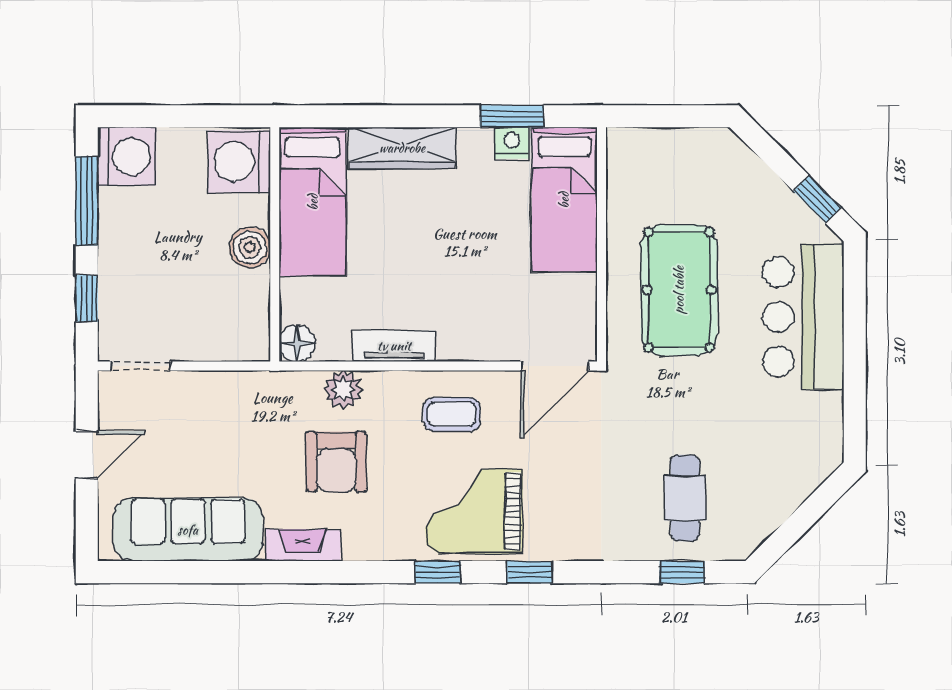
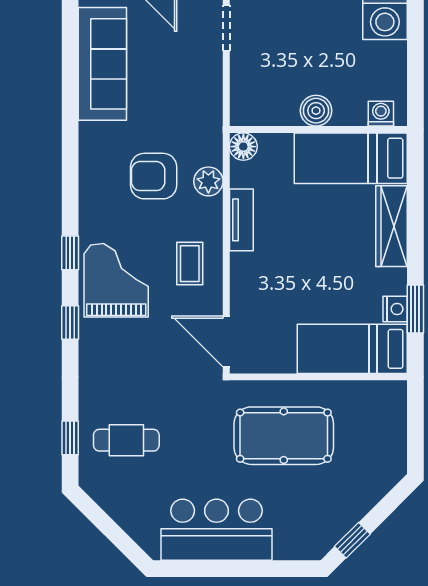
washing machine: (239, 162) -> (381, 114), width x0.53, depth x0.53
bar counter: (803, 317) -> (216, 530), moved
fireplace: (303, 545) -> (91, 151), removed

